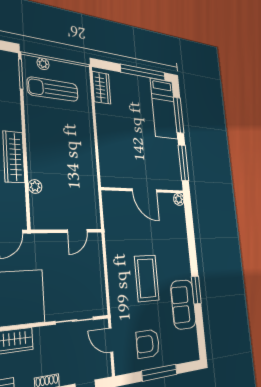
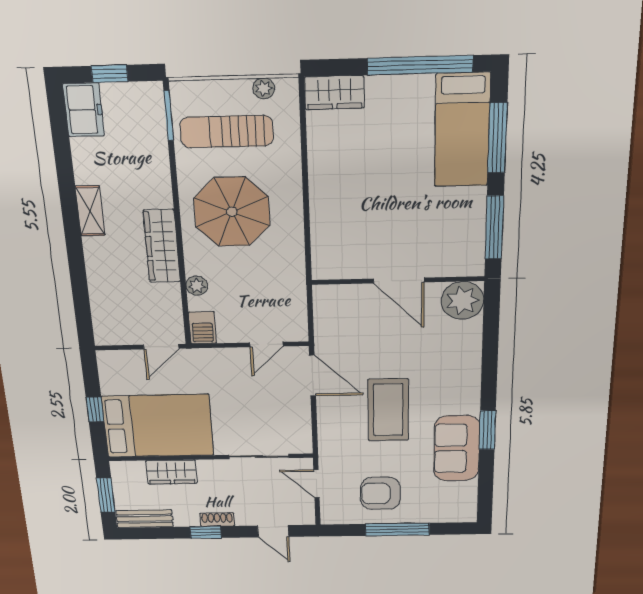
plant: (43, 64) -> (264, 88), moved
wardrobe: (101, 88) -> (334, 93), moved, turned 90
parasol: (56, 139) -> (232, 212), added
plant: (179, 199) -> (462, 301), width x1.87, depth x1.87
barbecue: (38, 218) -> (202, 328), added
door: (104, 254) -> (312, 376), added

